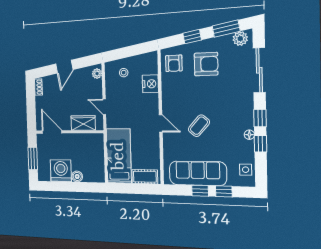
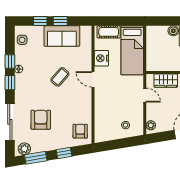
armchair: (206, 64) -> (41, 120), moved, turned 90
nightstand: (150, 84) -> (101, 58), moved
sofa: (198, 173) -> (62, 36), width x0.73

